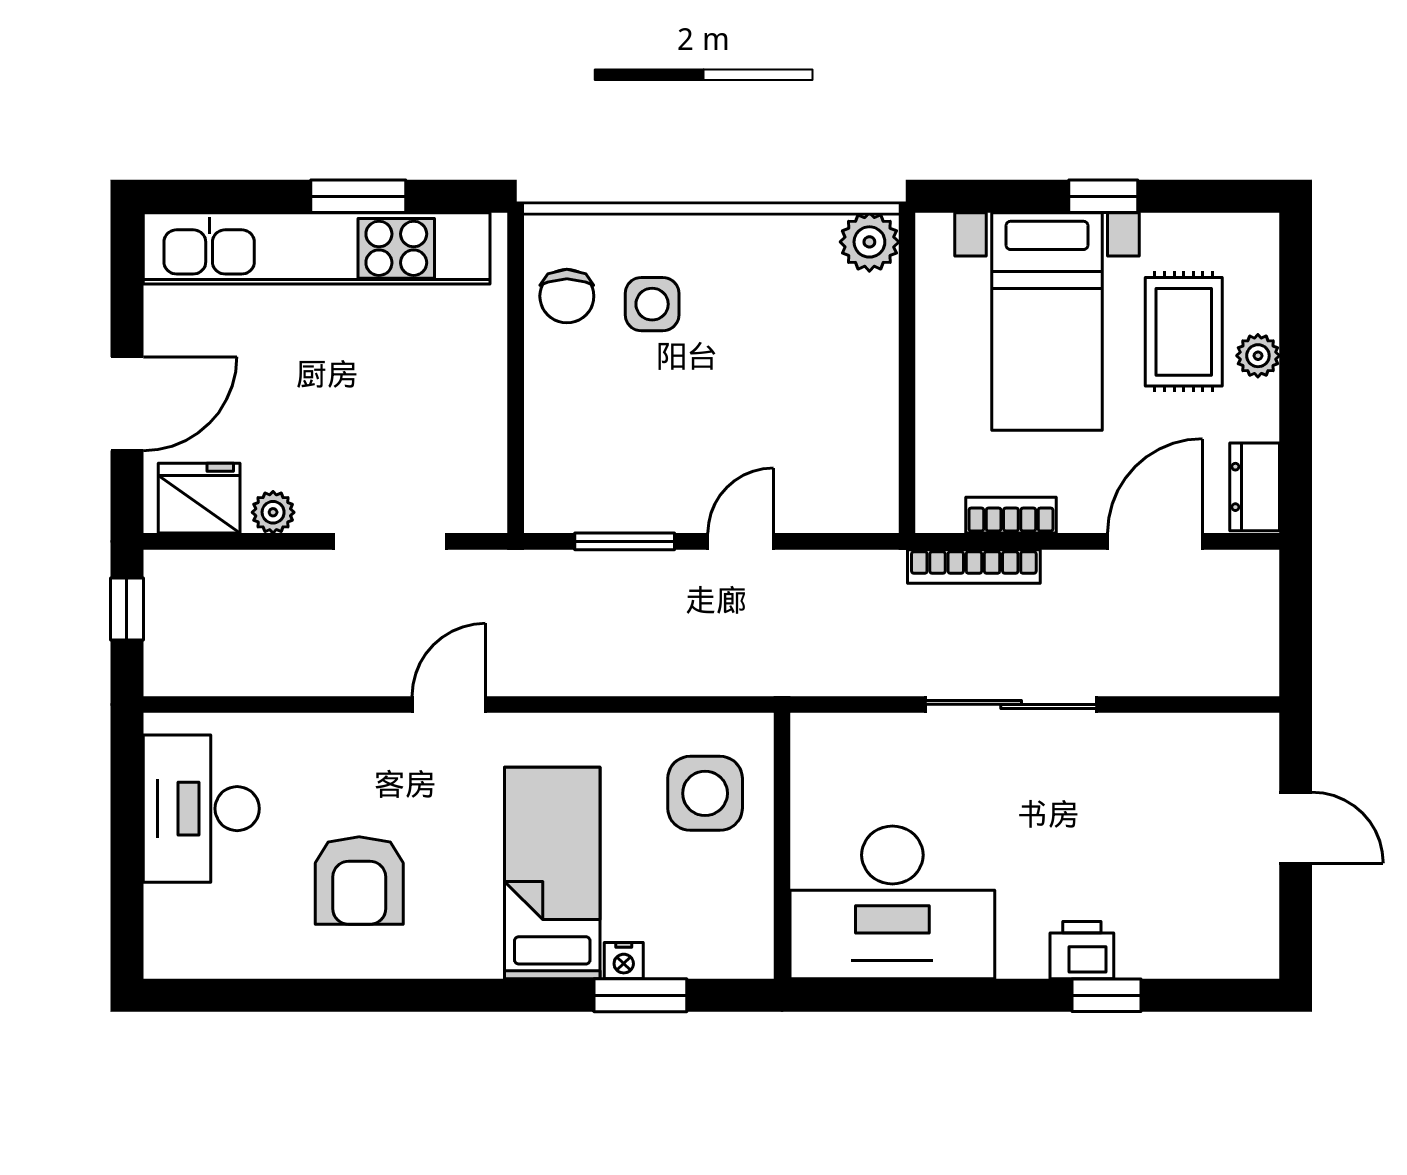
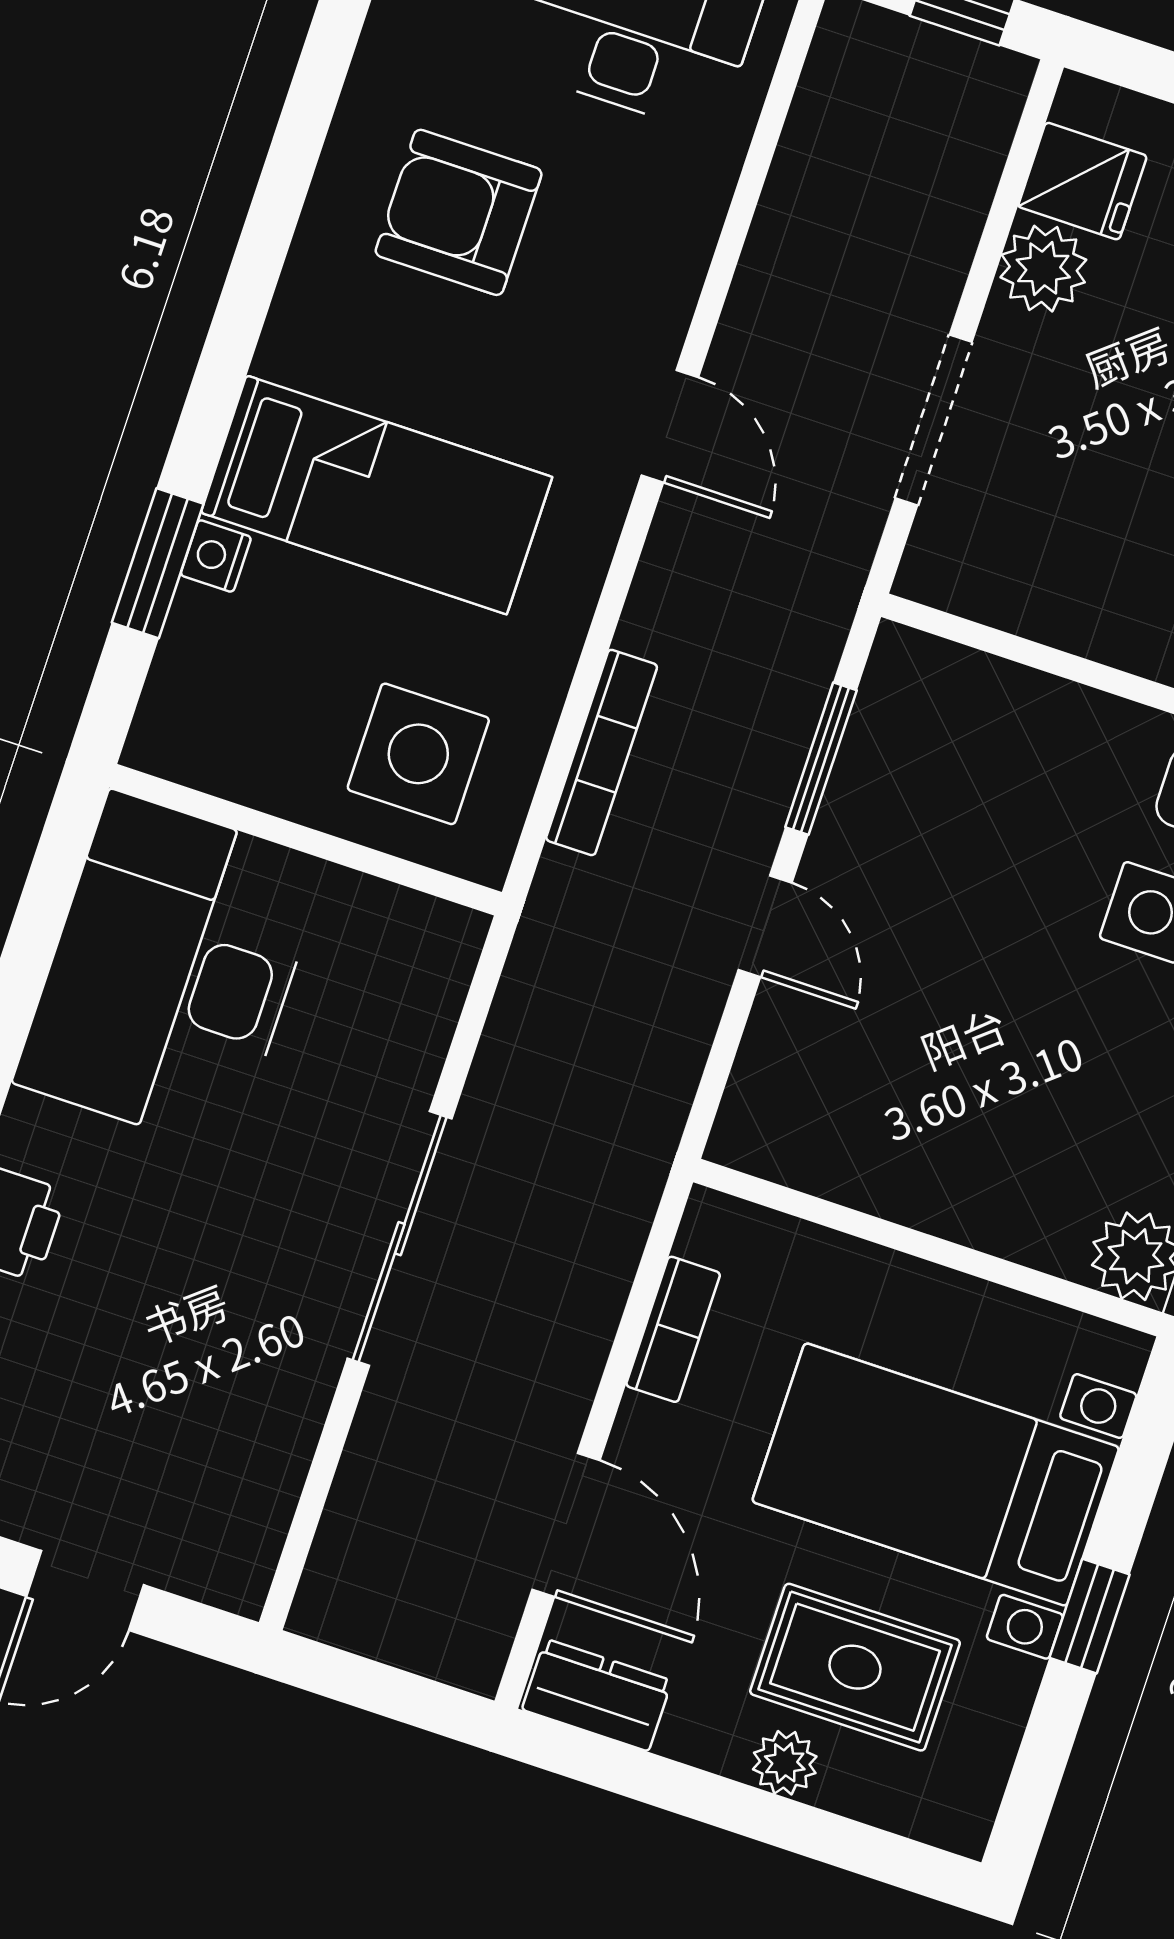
fridge: (199, 498) -> (1082, 181), width x0.72
plant: (273, 512) -> (1043, 269), width x1.38, depth x1.38
bookcase: (974, 567) -> (602, 752), moved, turned 180

